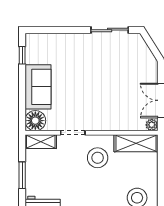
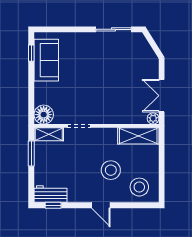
sofa: (38, 87) -> (46, 60), moved
stool: (98, 158) -> (111, 170), moved
window: (22, 175) -> (31, 154), moved

